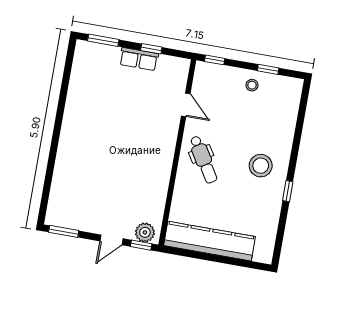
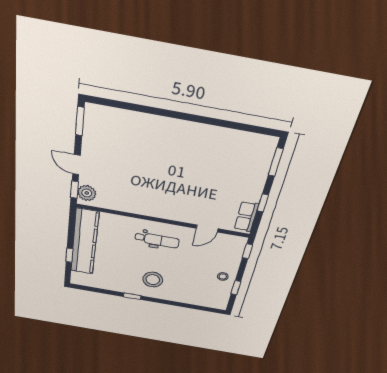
row of seats: (139, 59) -> (246, 217), moved
dental chair: (203, 160) -> (157, 240), turned -148
window: (229, 261) -> (69, 255), added

